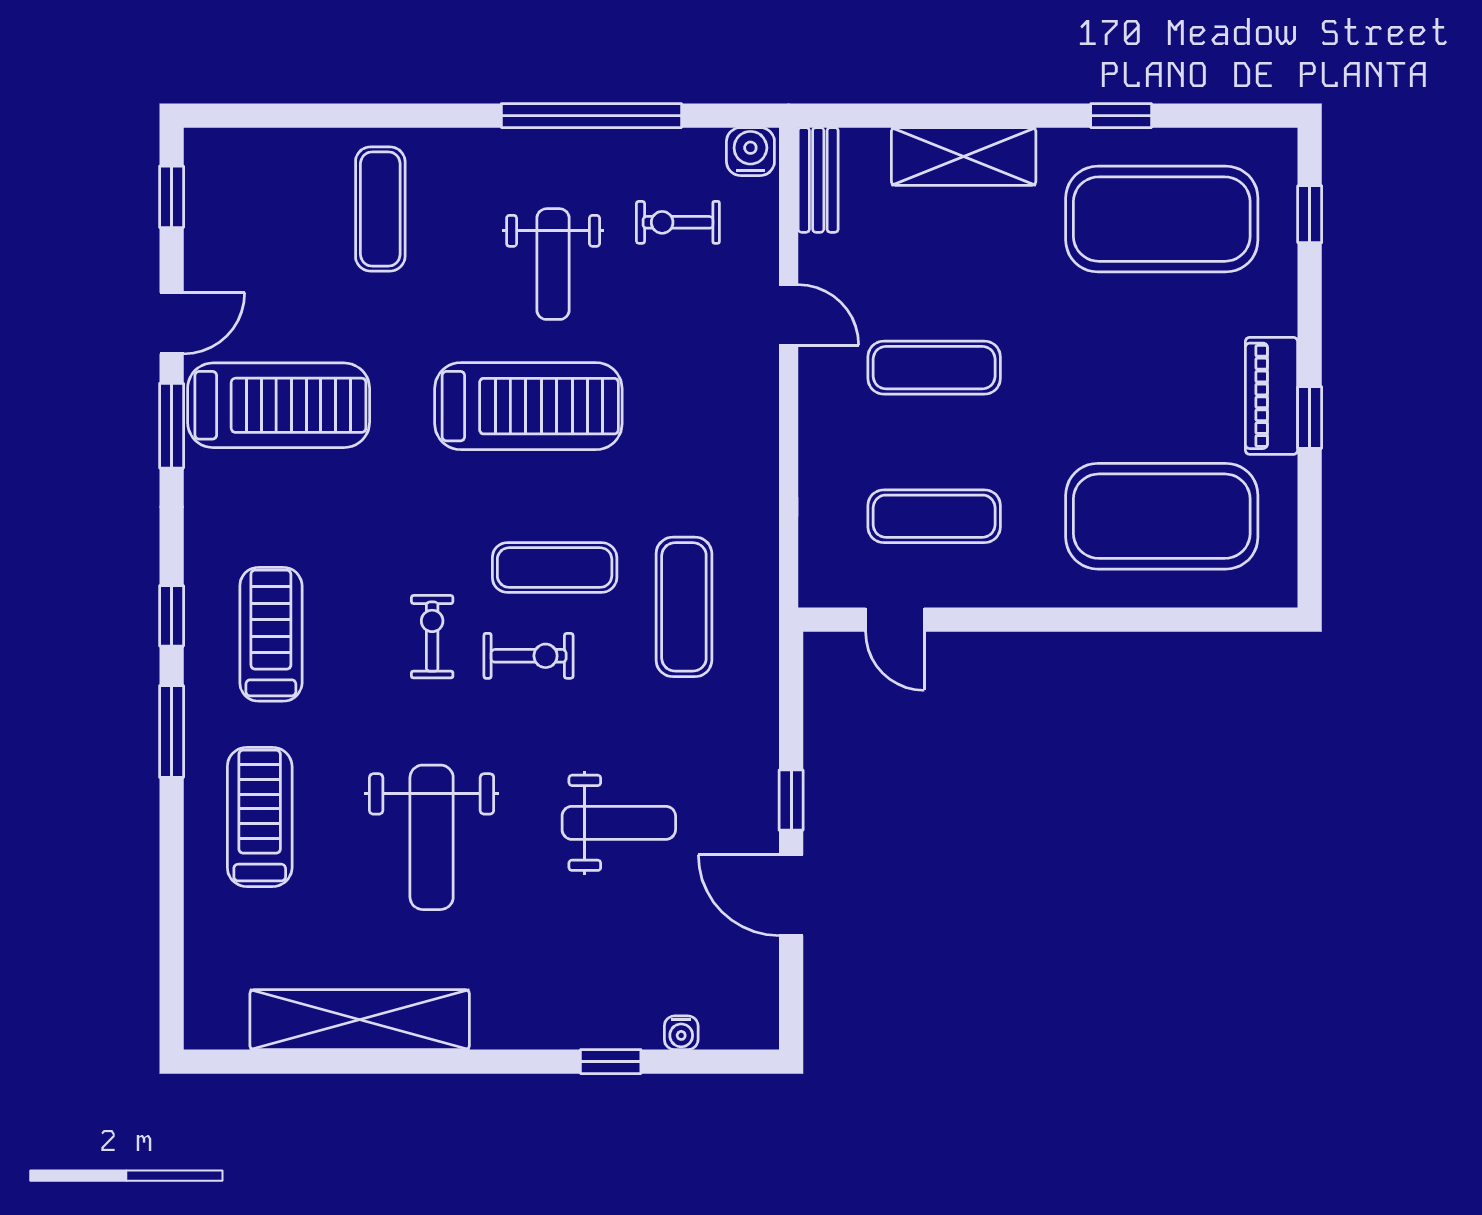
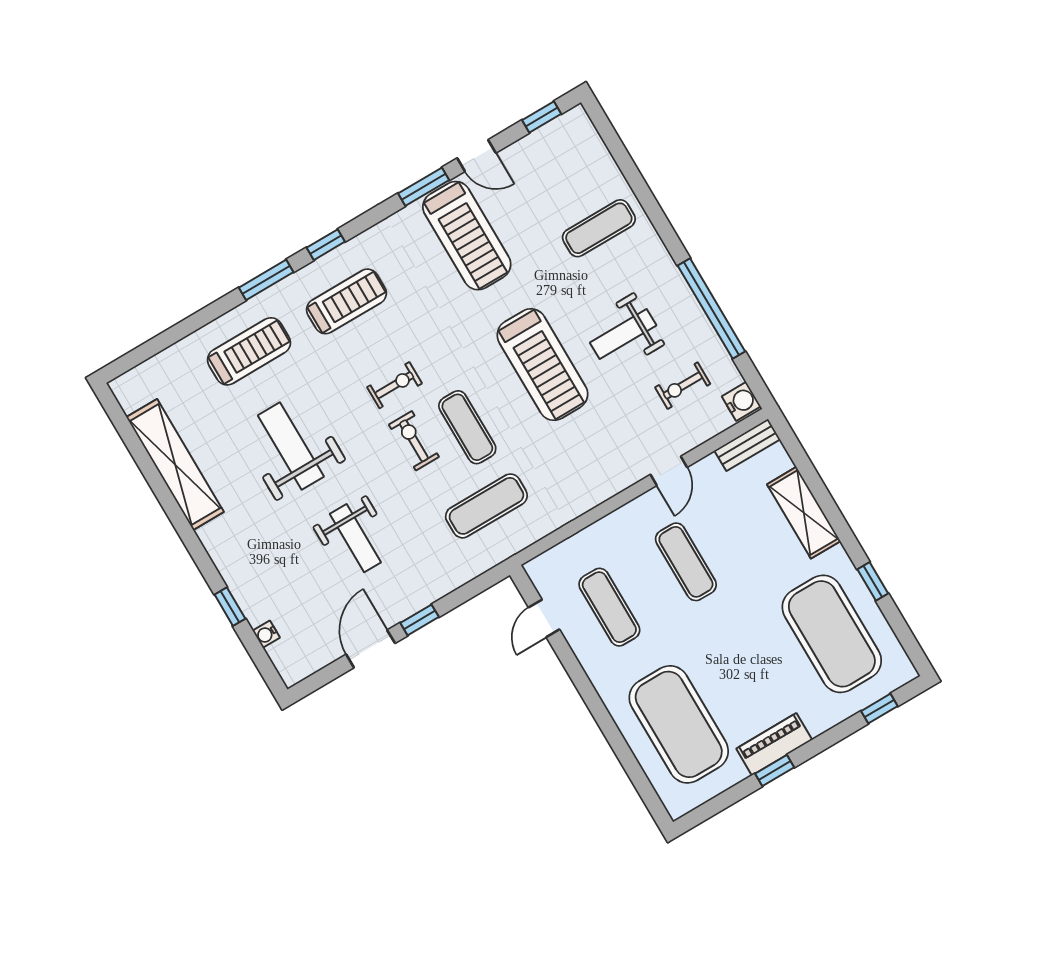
exercise bike: (678, 222) -> (683, 386), turned -90
exercise bike: (529, 656) -> (414, 441), turned 180
weight bench: (432, 837) -> (291, 446), turned 90

